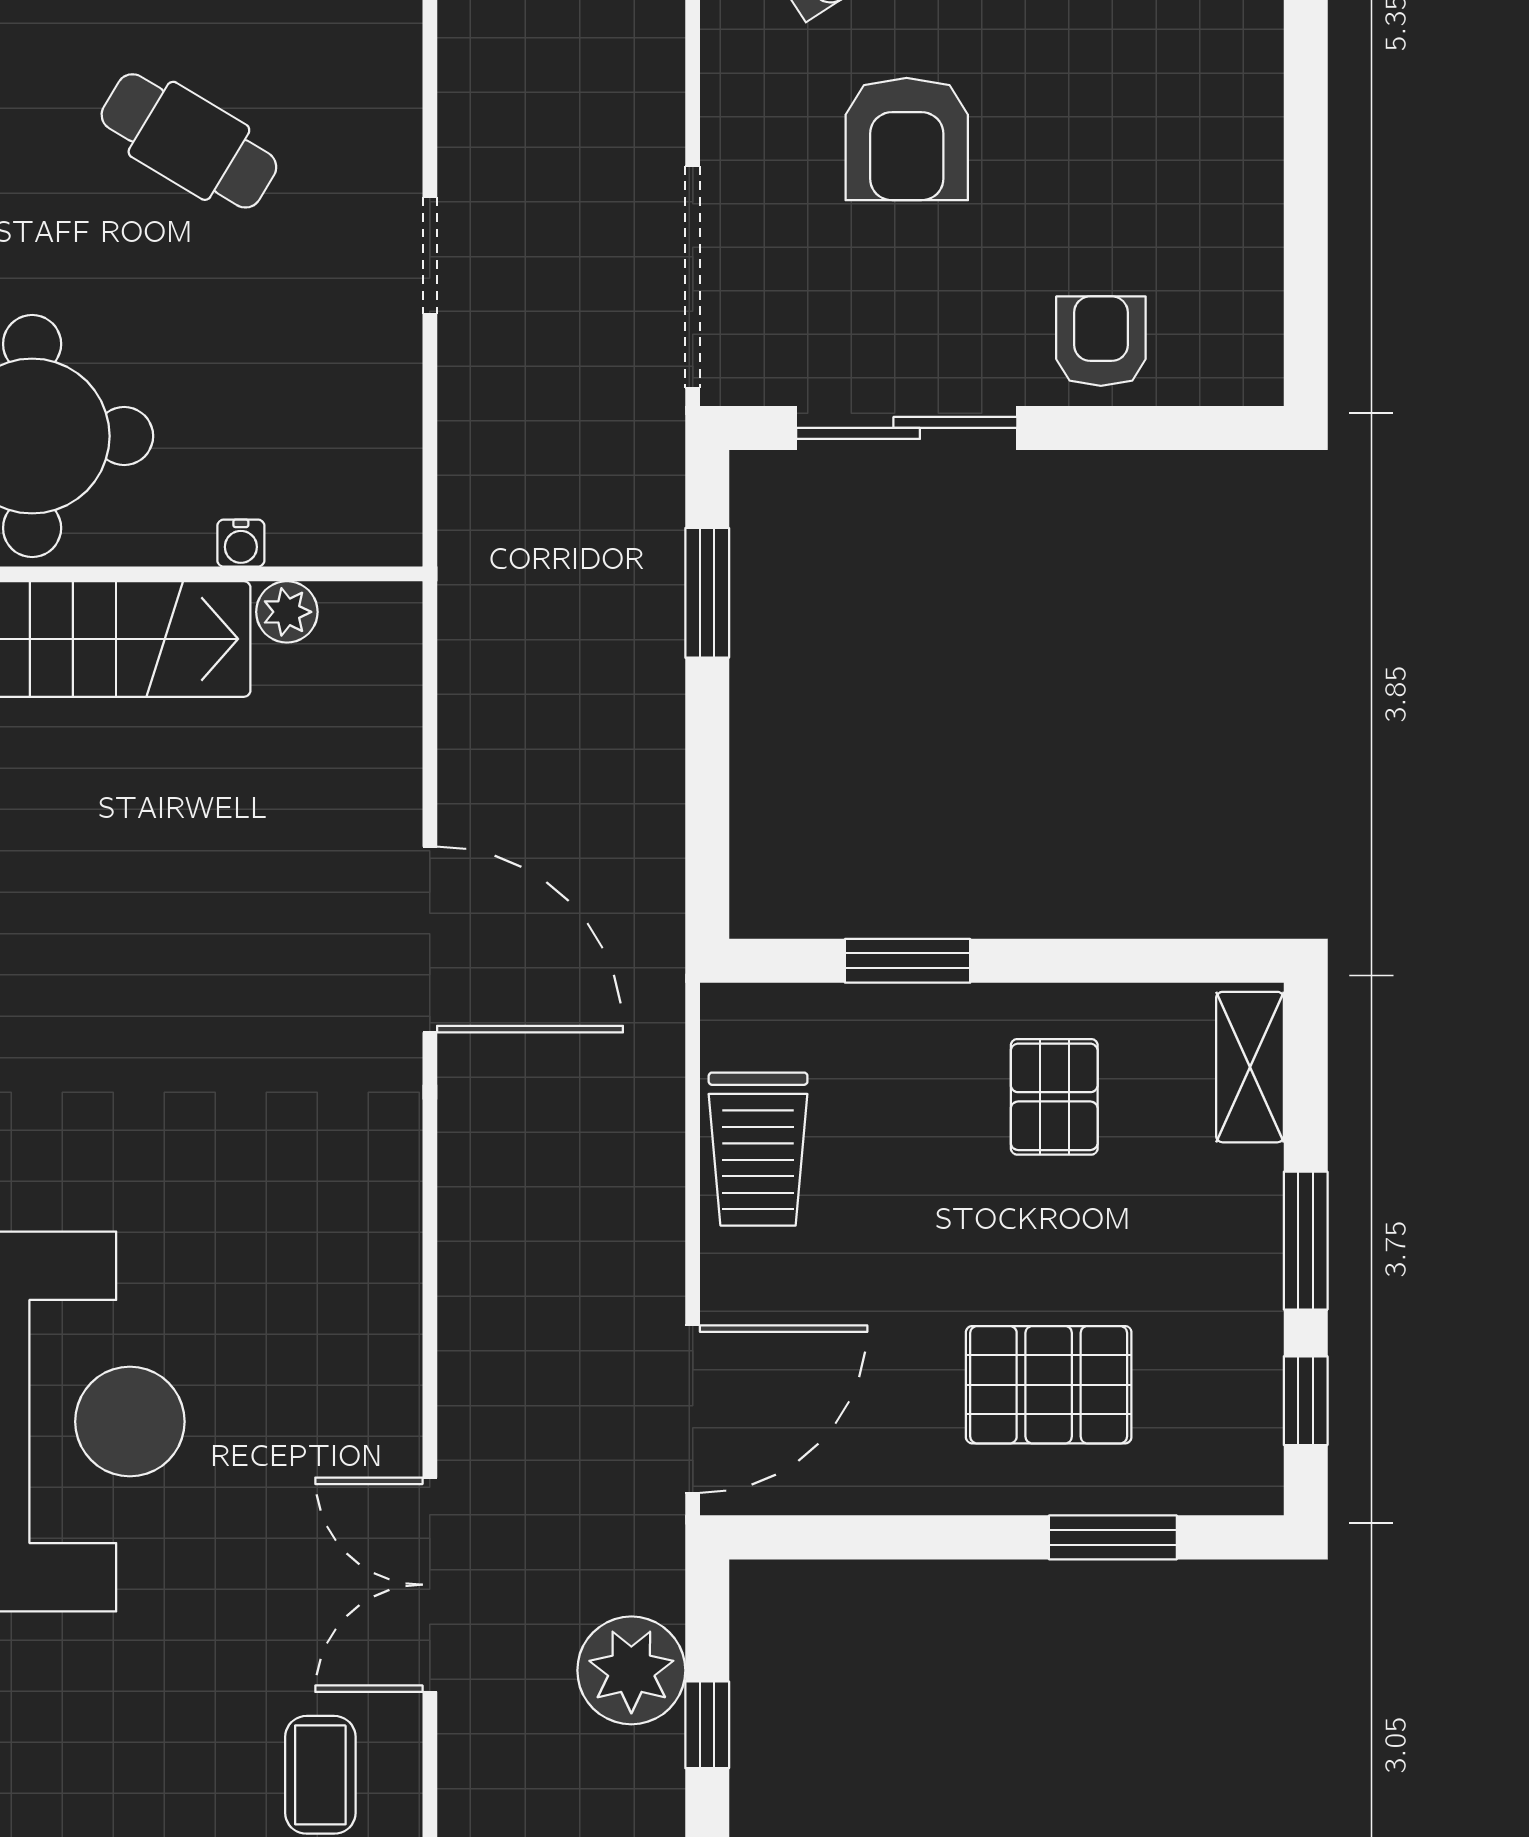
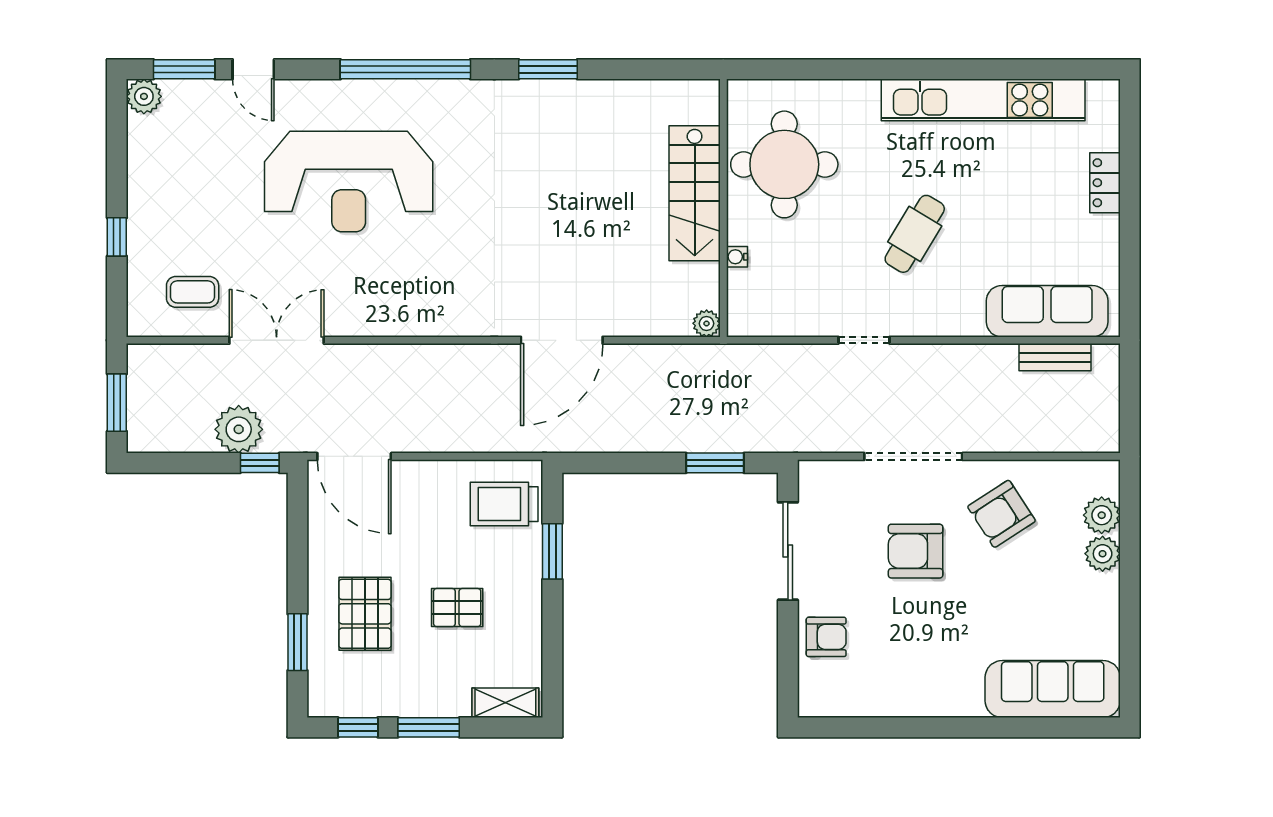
doorway: (693, 277) -> (913, 456), moved
plant: (287, 612) -> (707, 323), moved
pallet: (1054, 1097) -> (457, 608), moved
trolley: (758, 1149) -> (504, 504), moved
window: (707, 1725) -> (260, 463), moved

